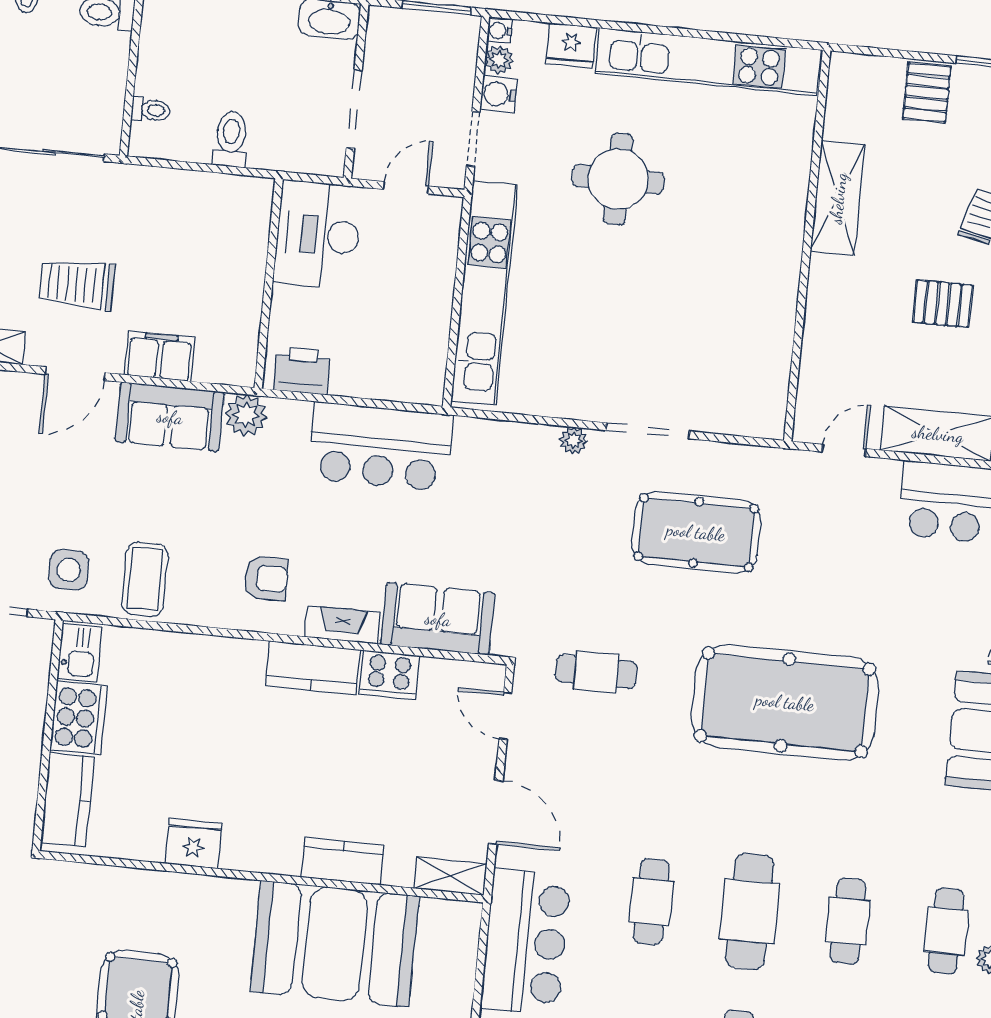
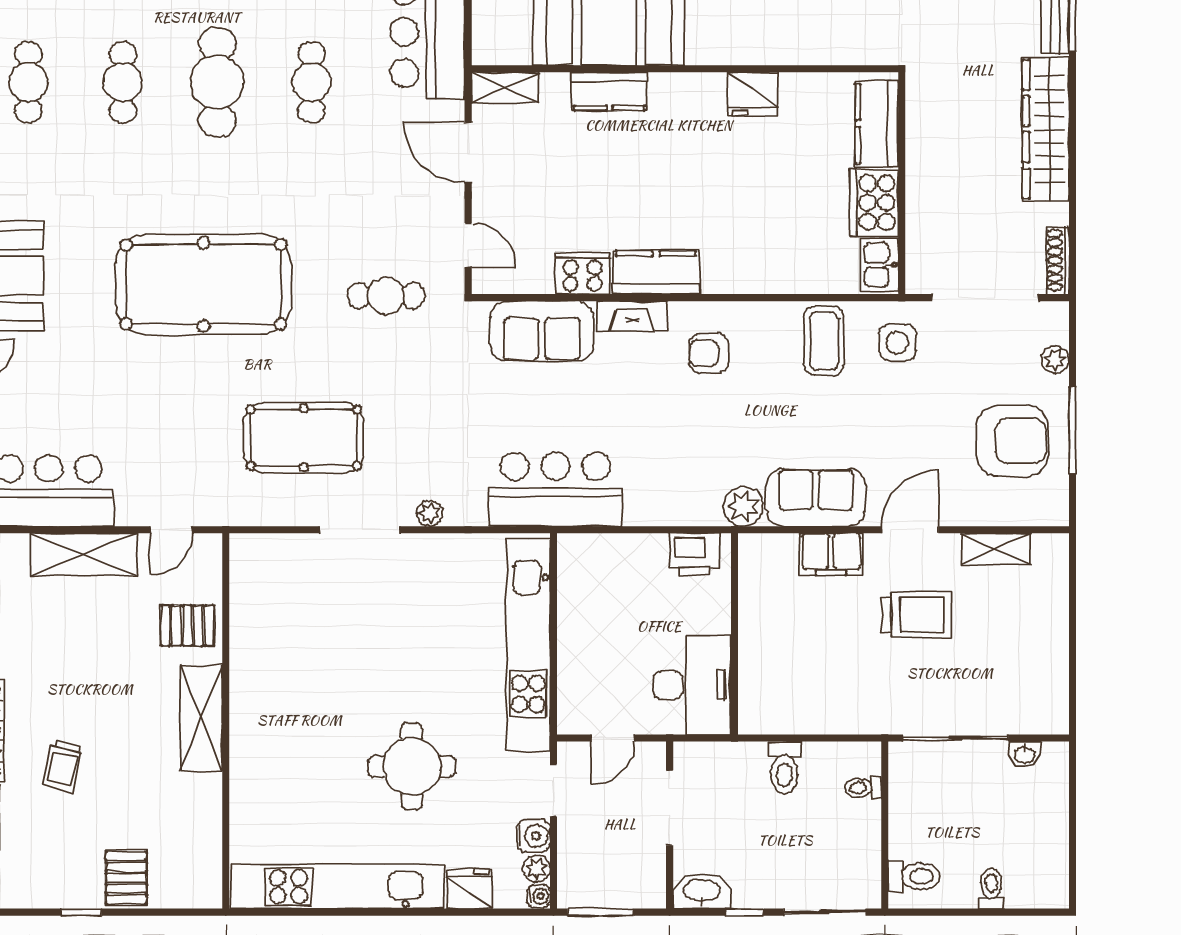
shelving: (838, 198) -> (201, 718), moved
pallet: (943, 304) -> (187, 626), moved
bar counter: (380, 447) -> (555, 489), moved

